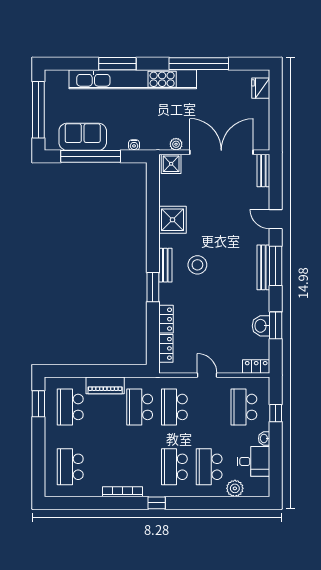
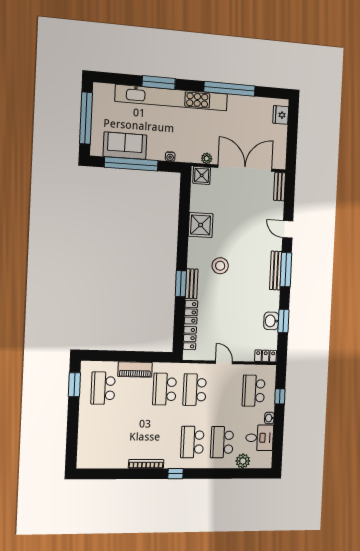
bench: (165, 265) -> (192, 284), moved
school desk: (70, 467) -> (101, 442), removed

